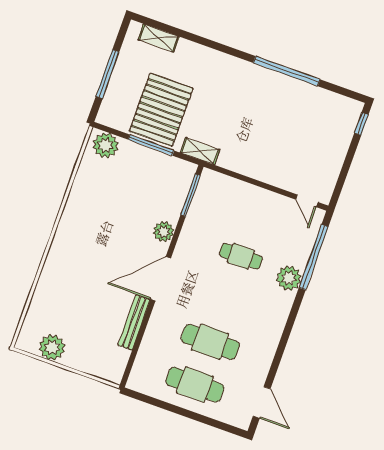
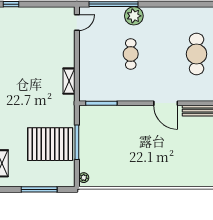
plant: (106, 145) -> (84, 178), width x0.53, depth x0.53
shelving: (200, 151) -> (69, 81), moved
plant: (164, 232) -> (133, 113), removed
door: (161, 279) -> (166, 103), width x0.73

